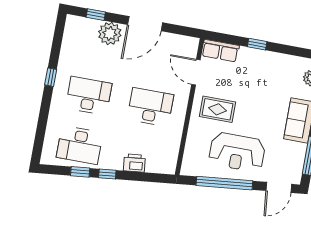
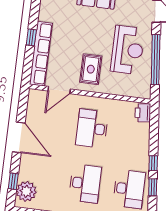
plant: (110, 34) -> (26, 191), moved
row of seats: (220, 51) -> (41, 54), width x2.02
desk: (89, 96) -> (85, 183), turned 180
printer: (134, 163) -> (143, 113), moved

